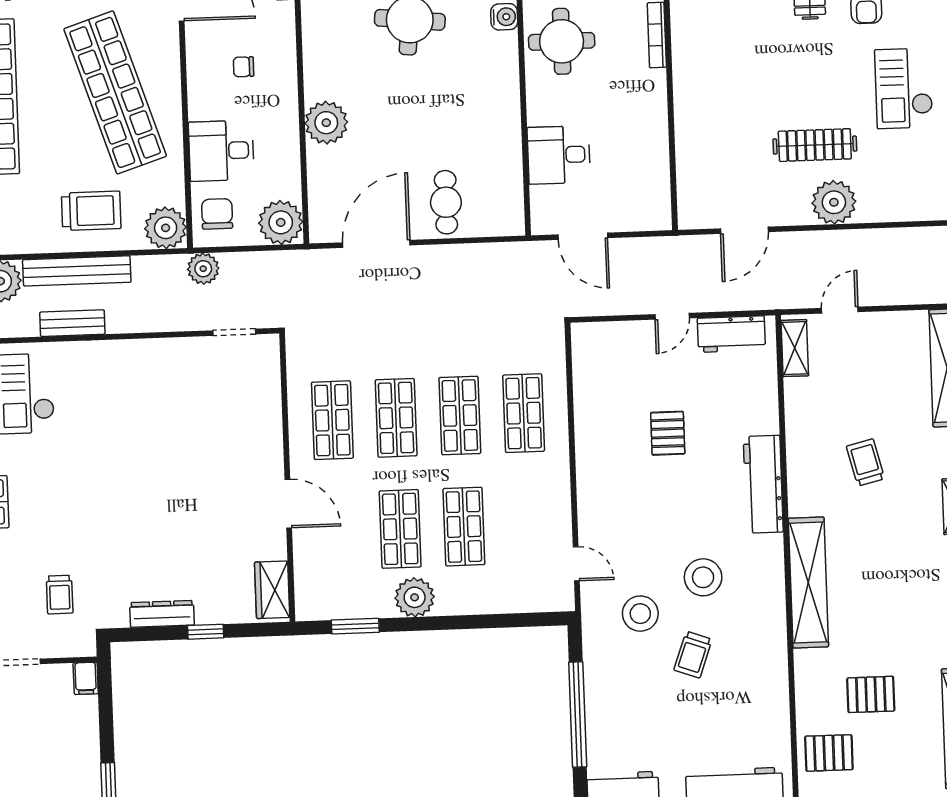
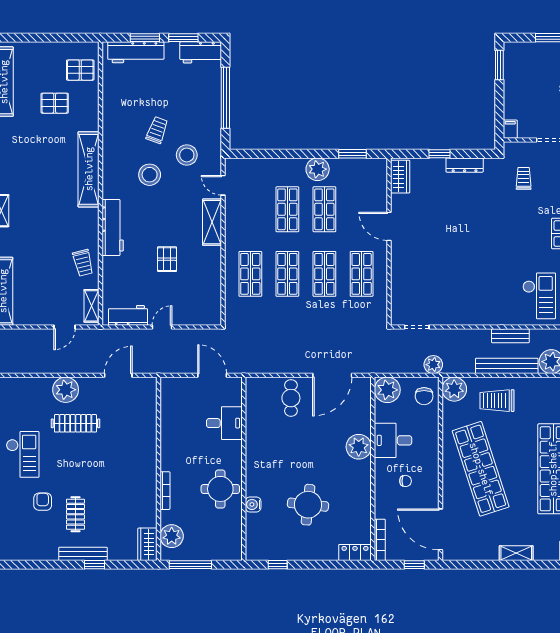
desk: (221, 151) -> (393, 440), moved, turned 180
trolley: (865, 462) -> (83, 263), moved
shelving: (593, 500) -> (212, 222), added

